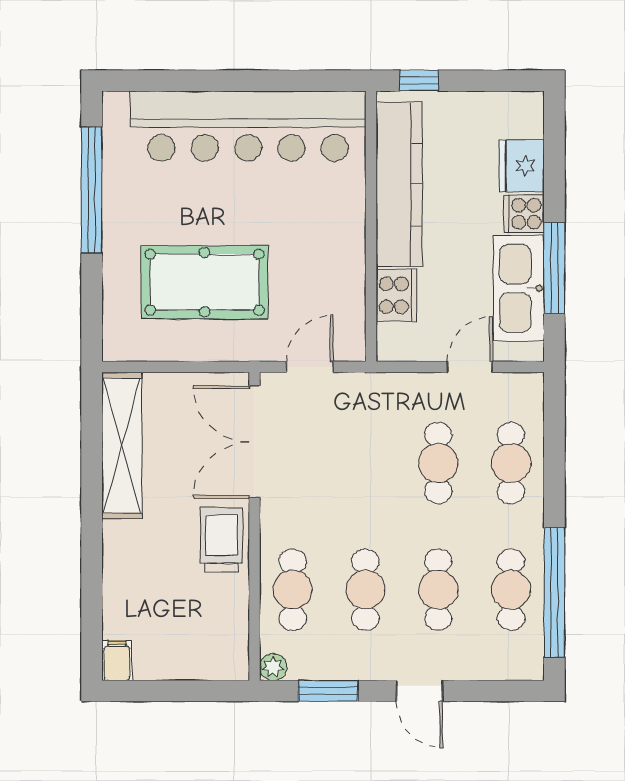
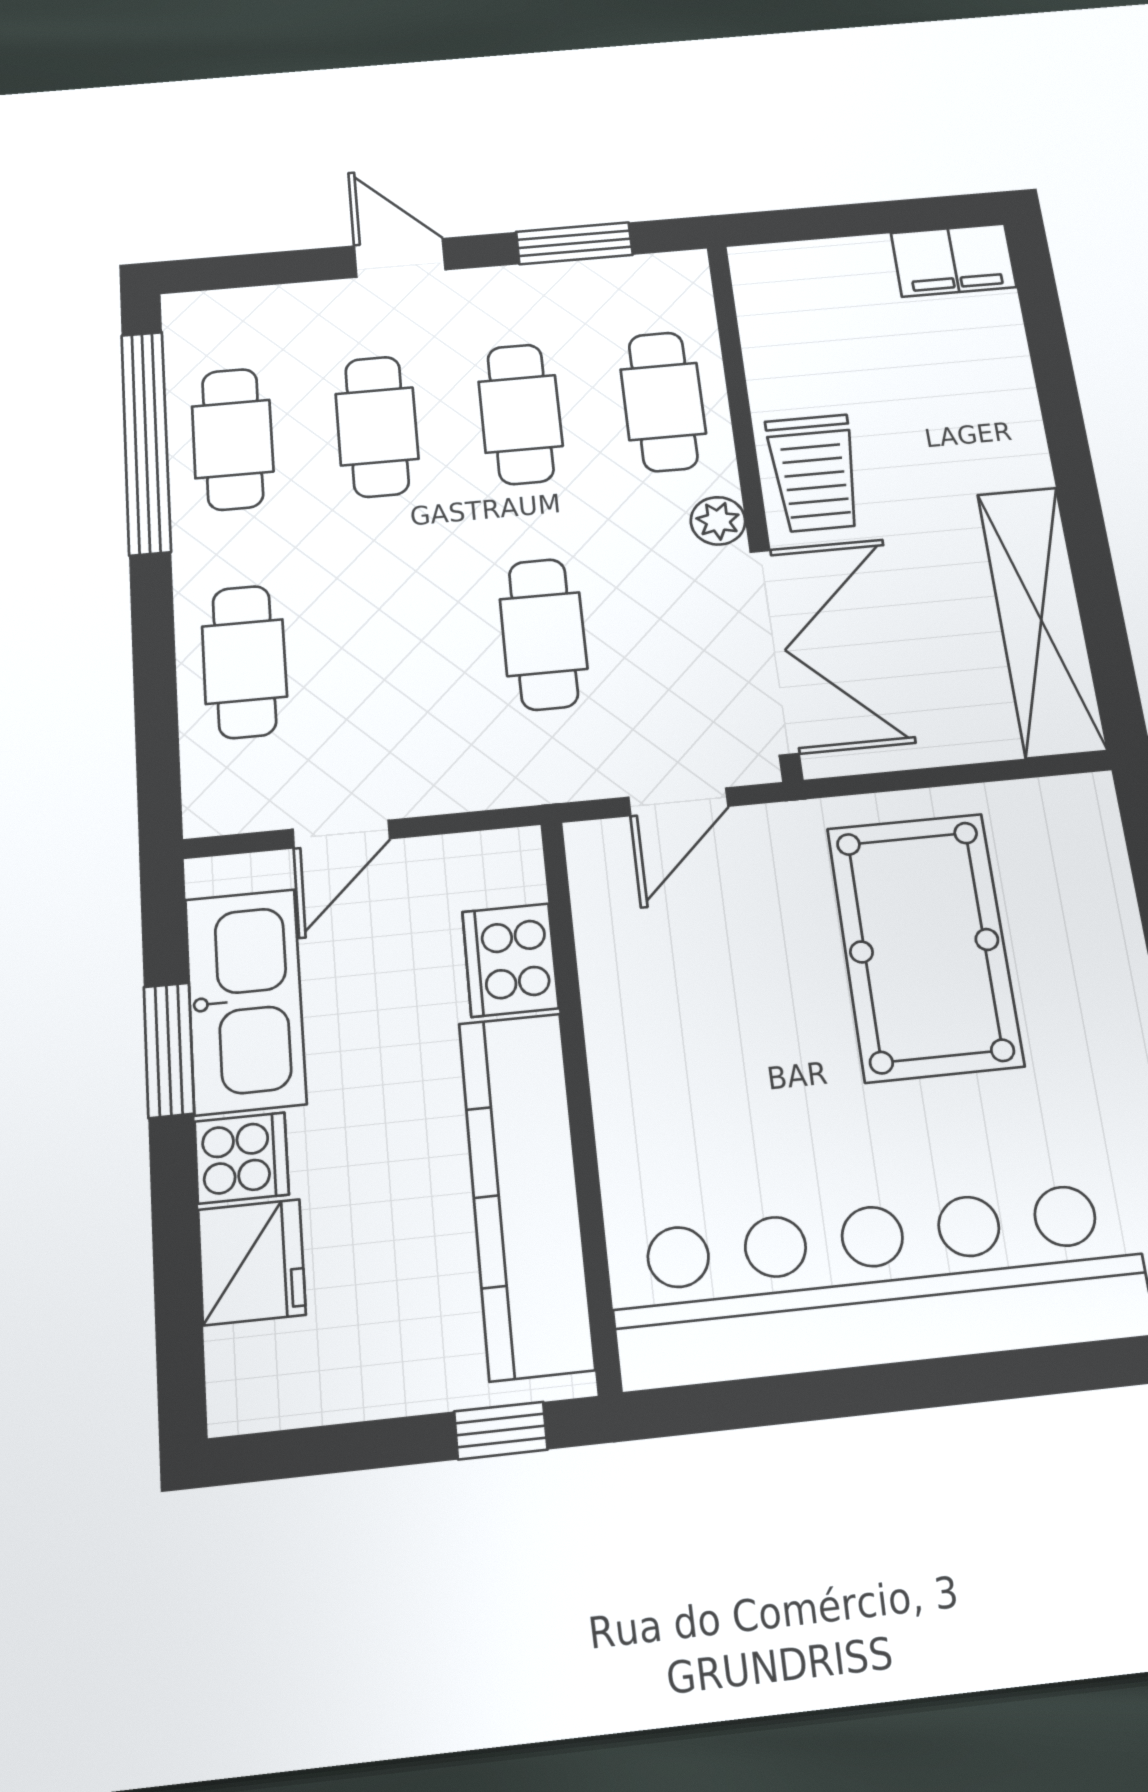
window: (554, 268) -> (169, 1050), width x0.69
pool table: (205, 282) -> (924, 946), turned 90
cafe table: (438, 463) -> (543, 634), moved
filing cabinet: (117, 660) -> (953, 260), width x2.00
plant: (273, 667) -> (718, 521), moved

